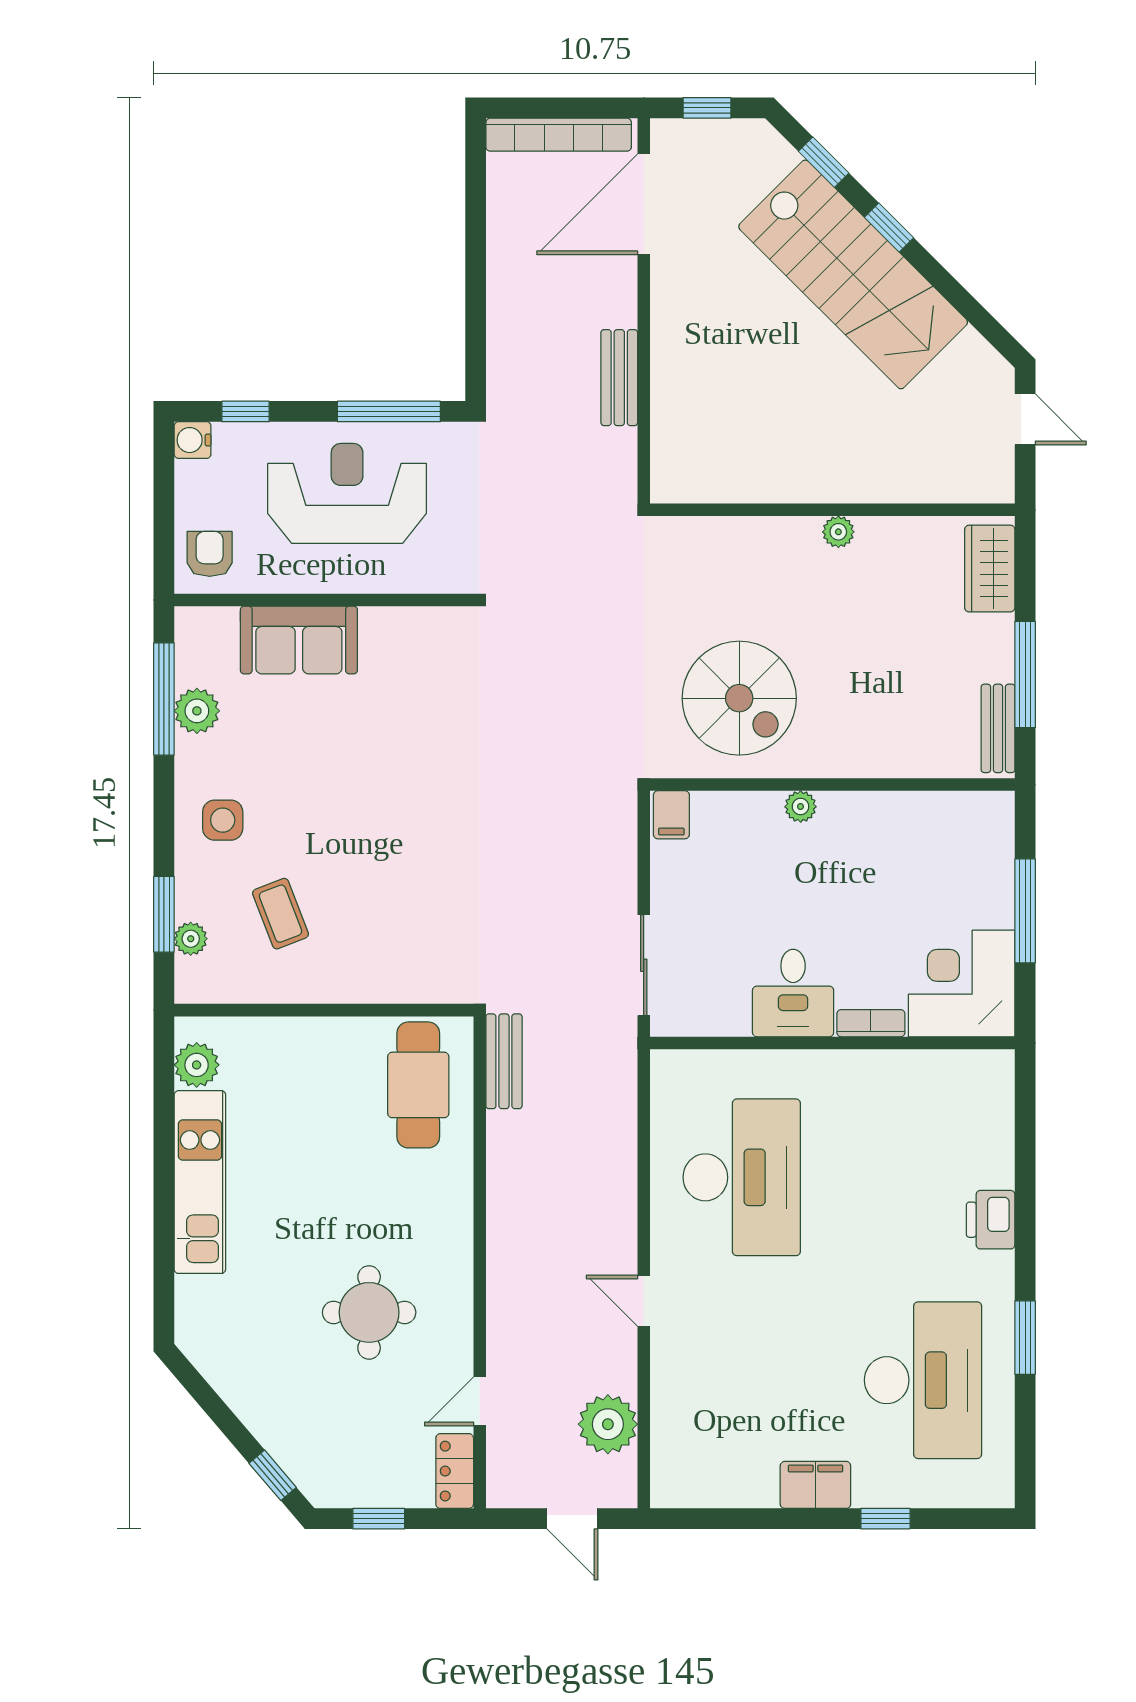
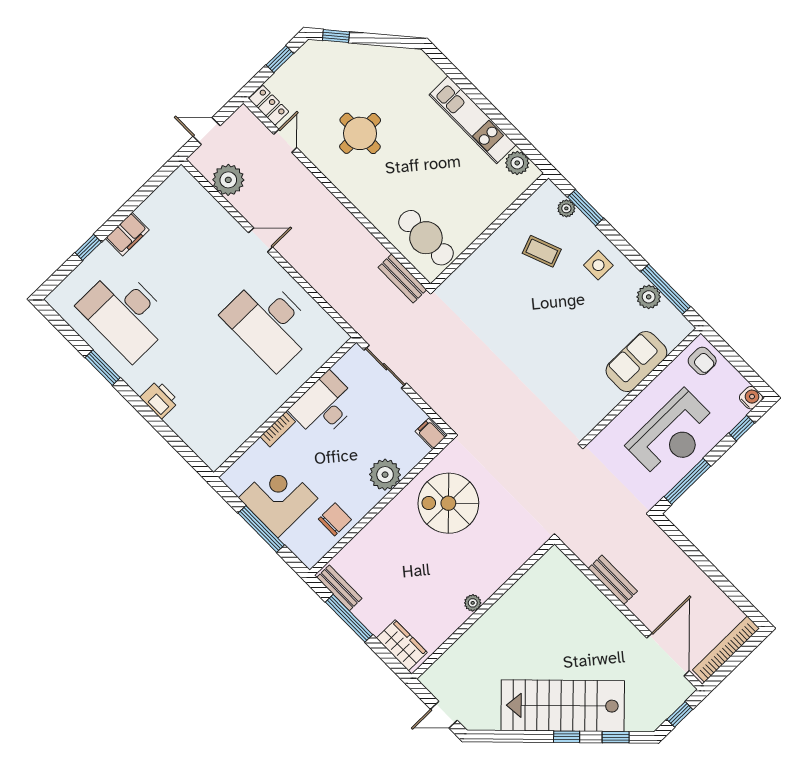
plant: (801, 807) -> (385, 475), width x1.87, depth x1.87
chair: (913, 826) -> (335, 519), added
corner desk: (962, 983) -> (278, 498), moved, turned -90
desk: (793, 993) -> (324, 406), width x1.37

